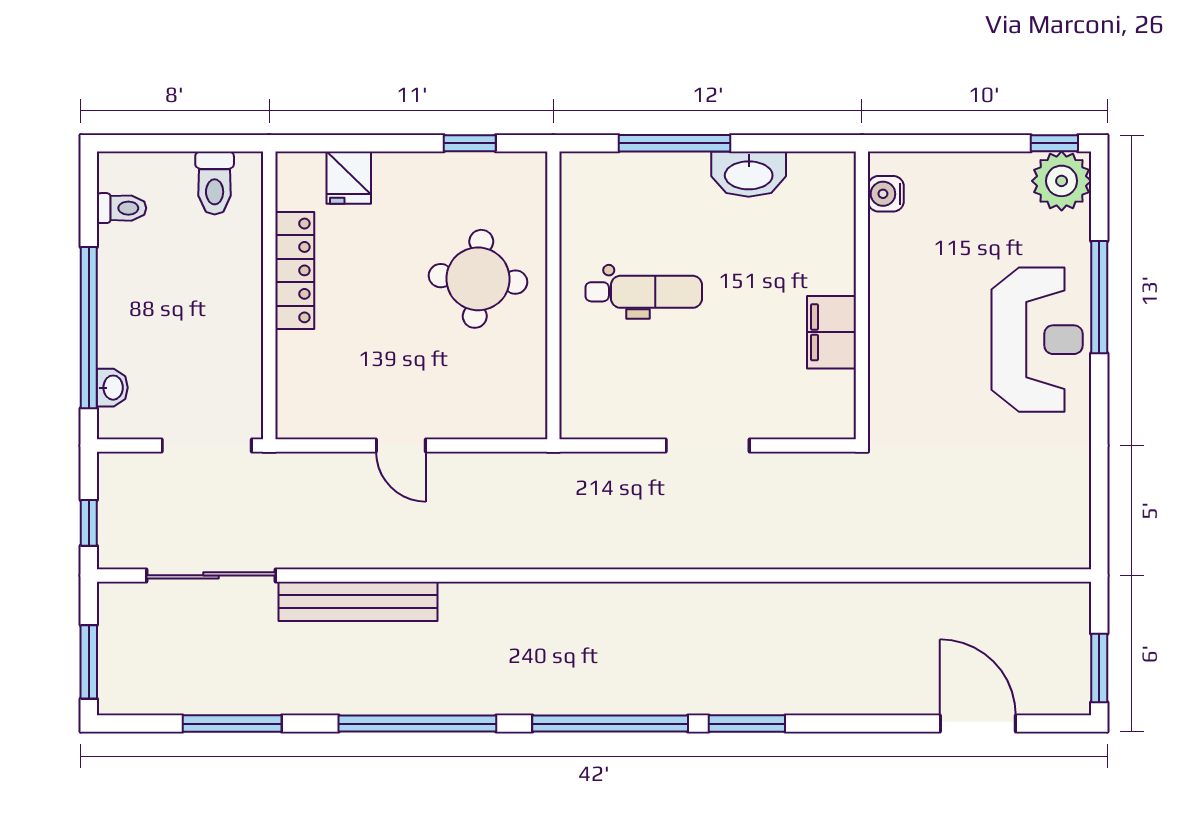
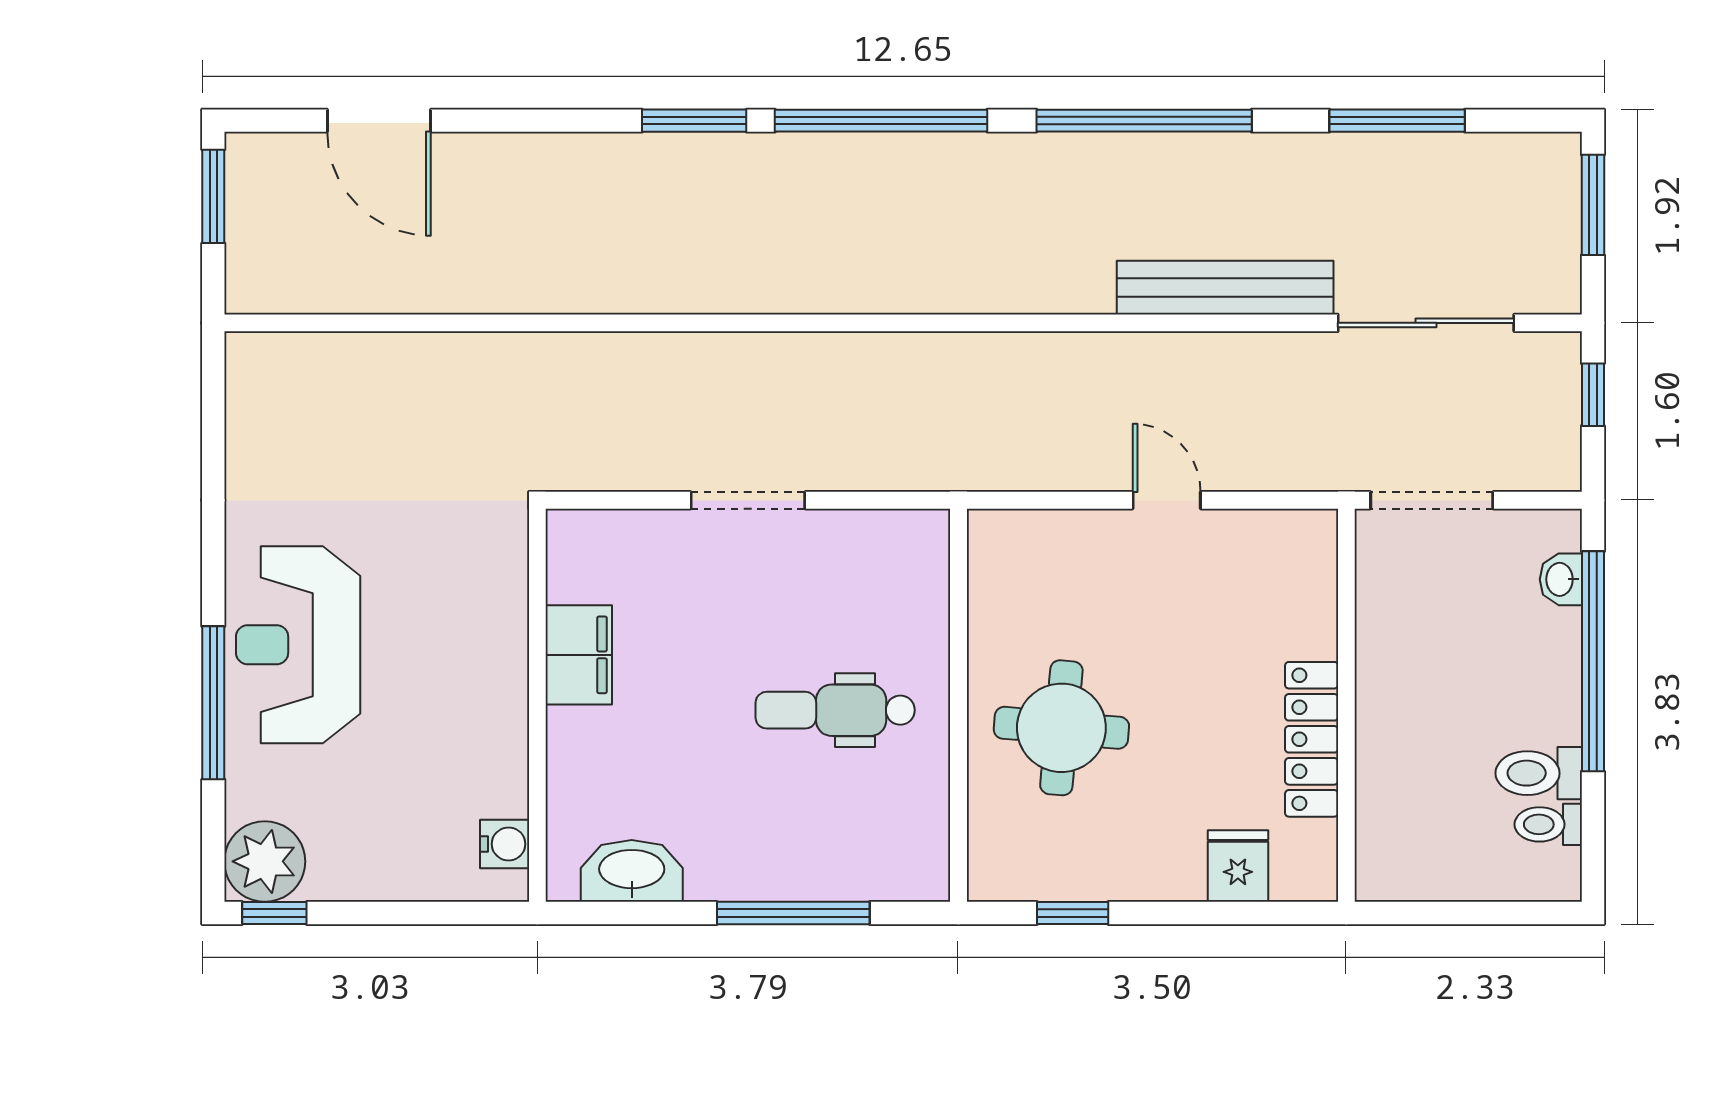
washbasin: (749, 174) -> (632, 871), moved
toilet: (215, 183) -> (1539, 773), moved, turned -90

